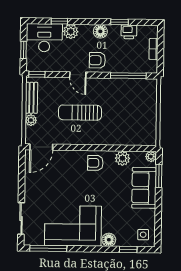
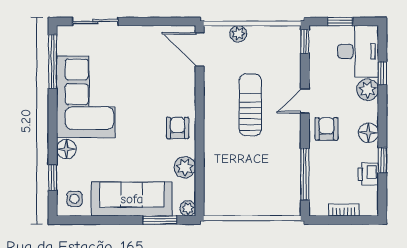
bench: (31, 98) -> (271, 34), removed
sofa: (144, 188) -> (132, 199), width x1.36

